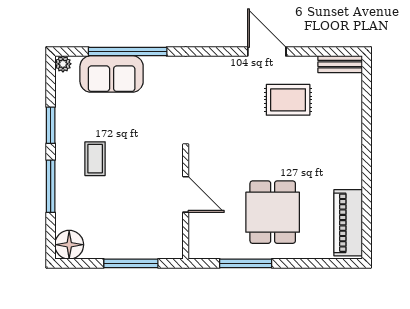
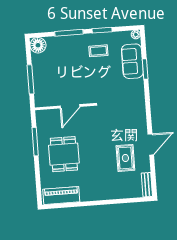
window: (128, 52) -> (145, 69), width x0.47
coffee table: (95, 159) -> (98, 51), moved
dining table: (273, 212) -> (64, 154), turned 90

